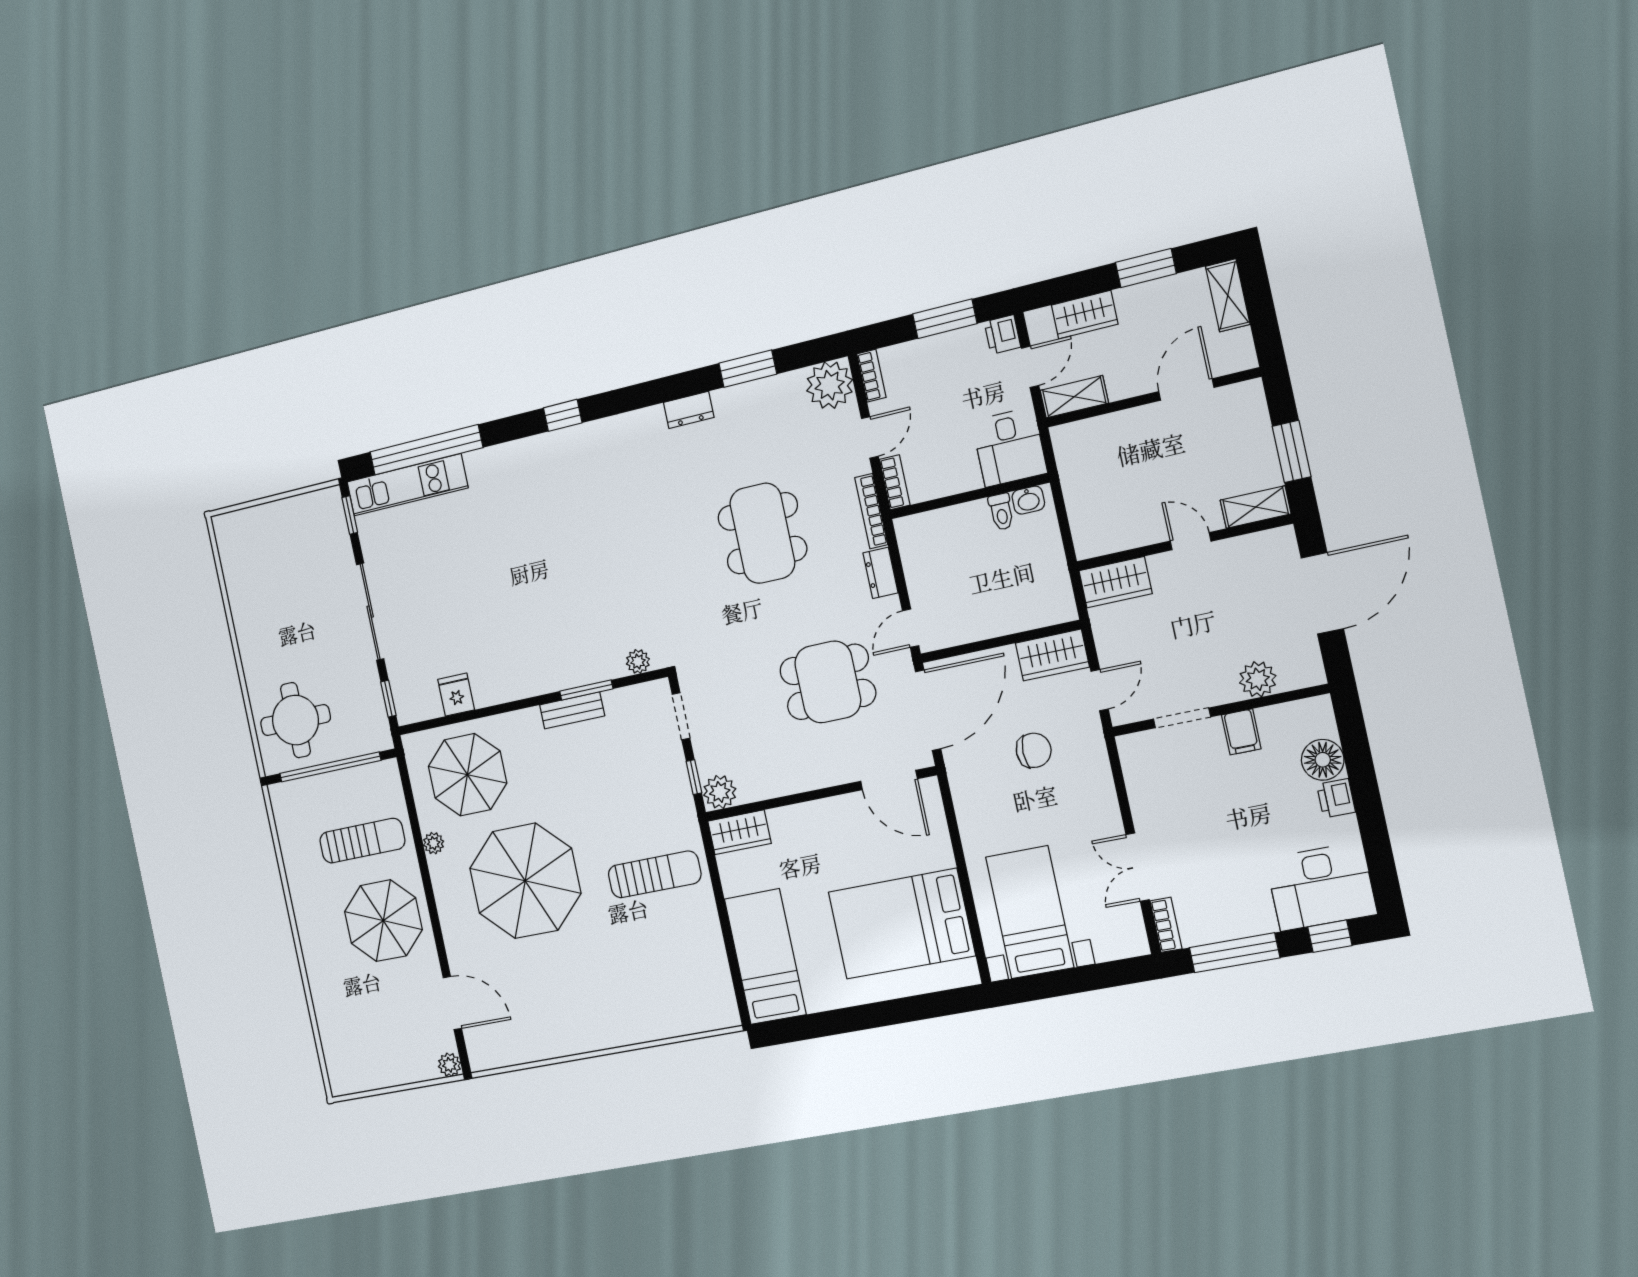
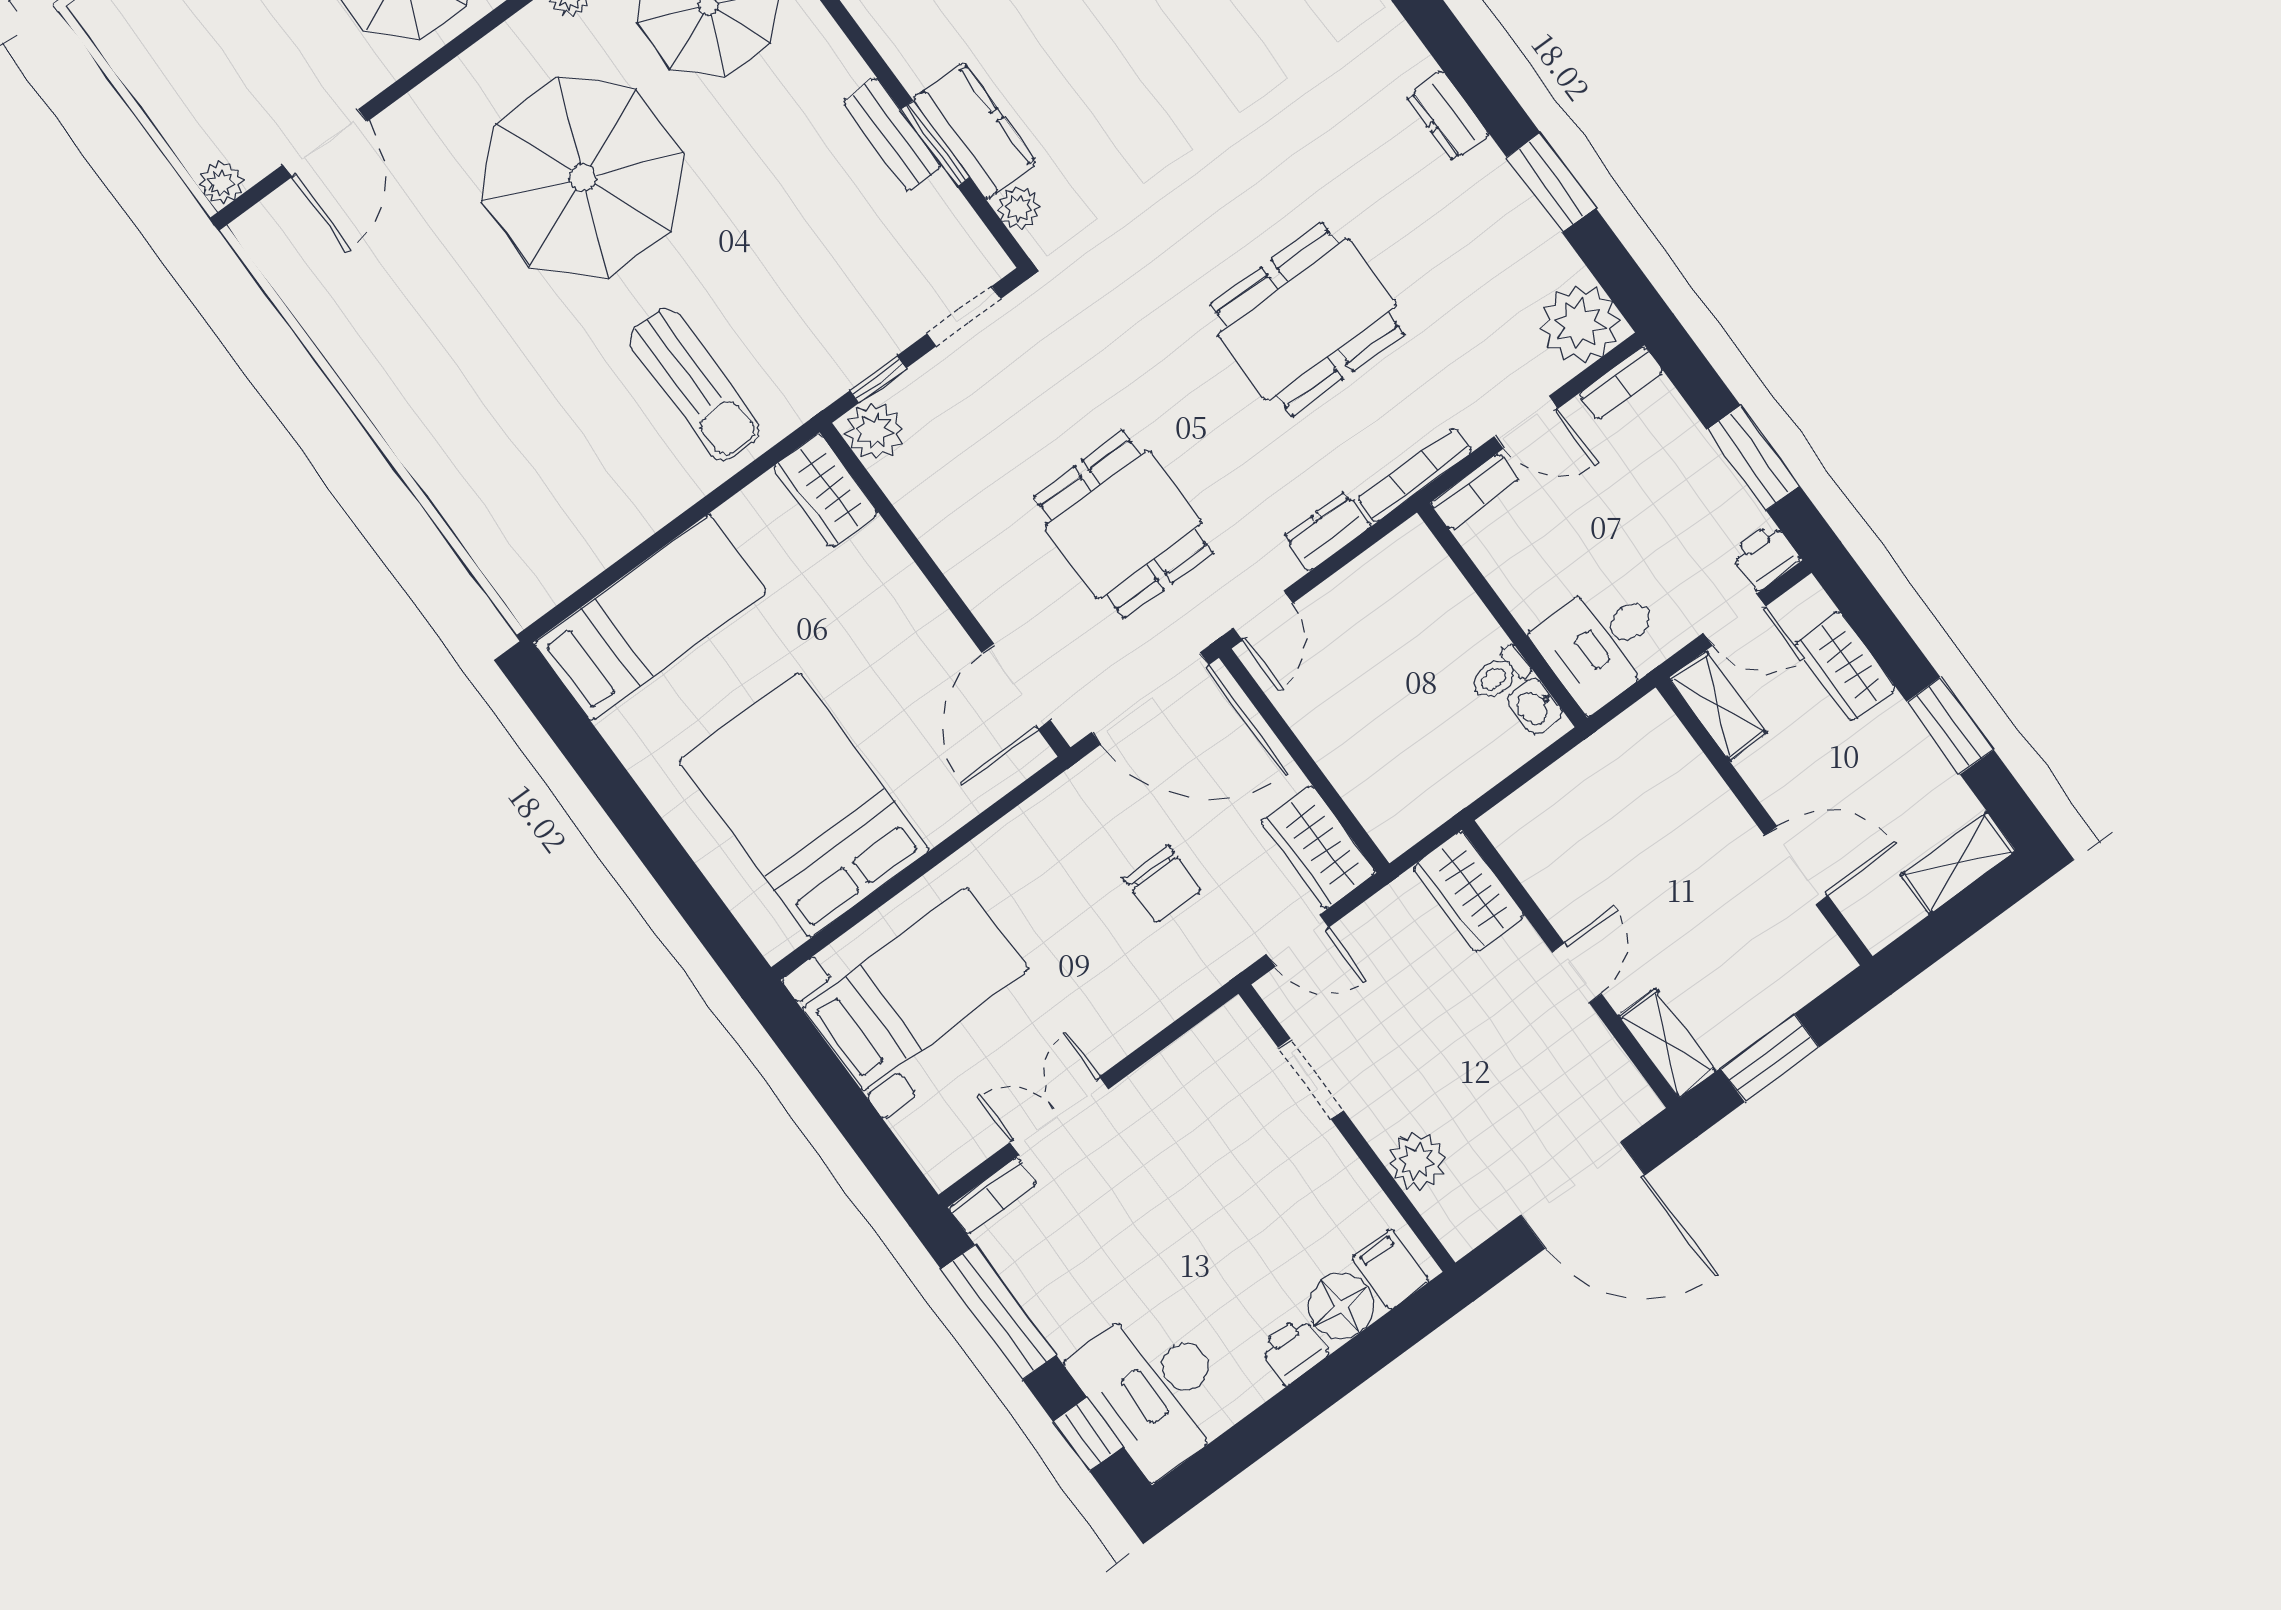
door: (911, 628) -> (1263, 616), swing flipped
kitchen counter: (589, 666) -> (975, 131), added
filing cabinet: (1241, 732) -> (1390, 1269), moved, turned 90

